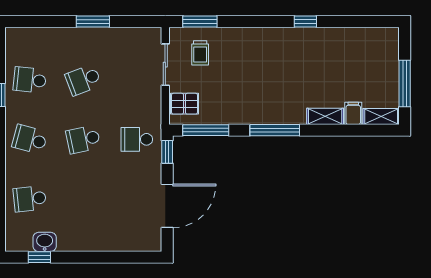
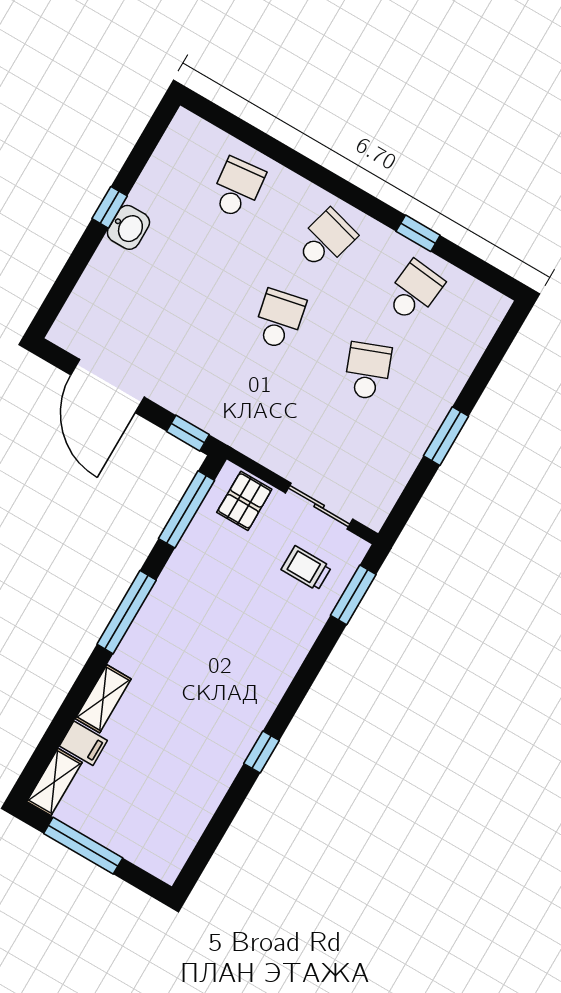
school desk: (137, 139) -> (233, 399), removed
washbasin: (45, 242) -> (128, 227), moved
window: (39, 257) -> (110, 207), moved

